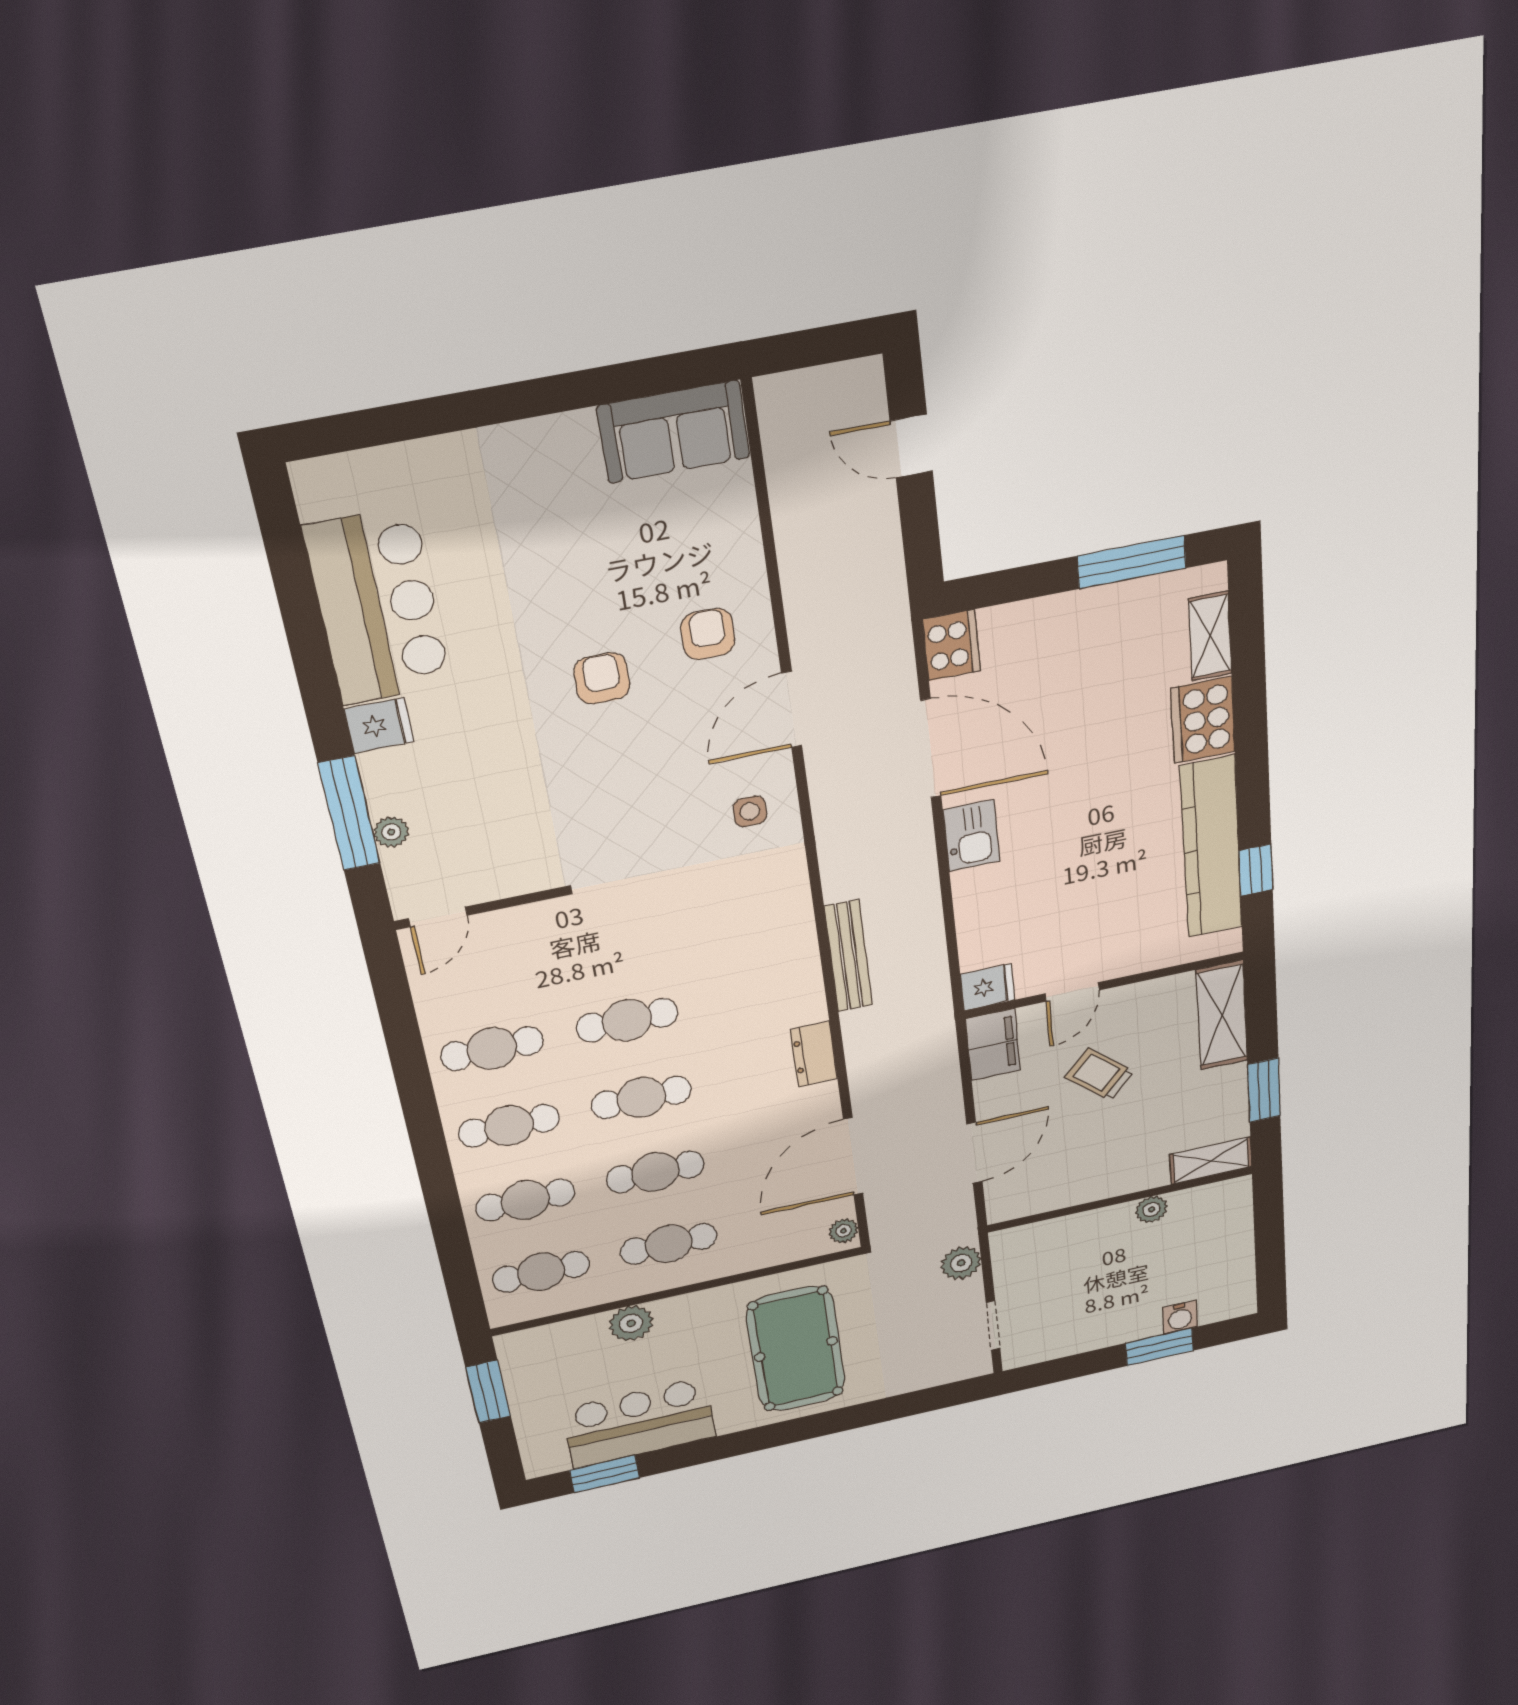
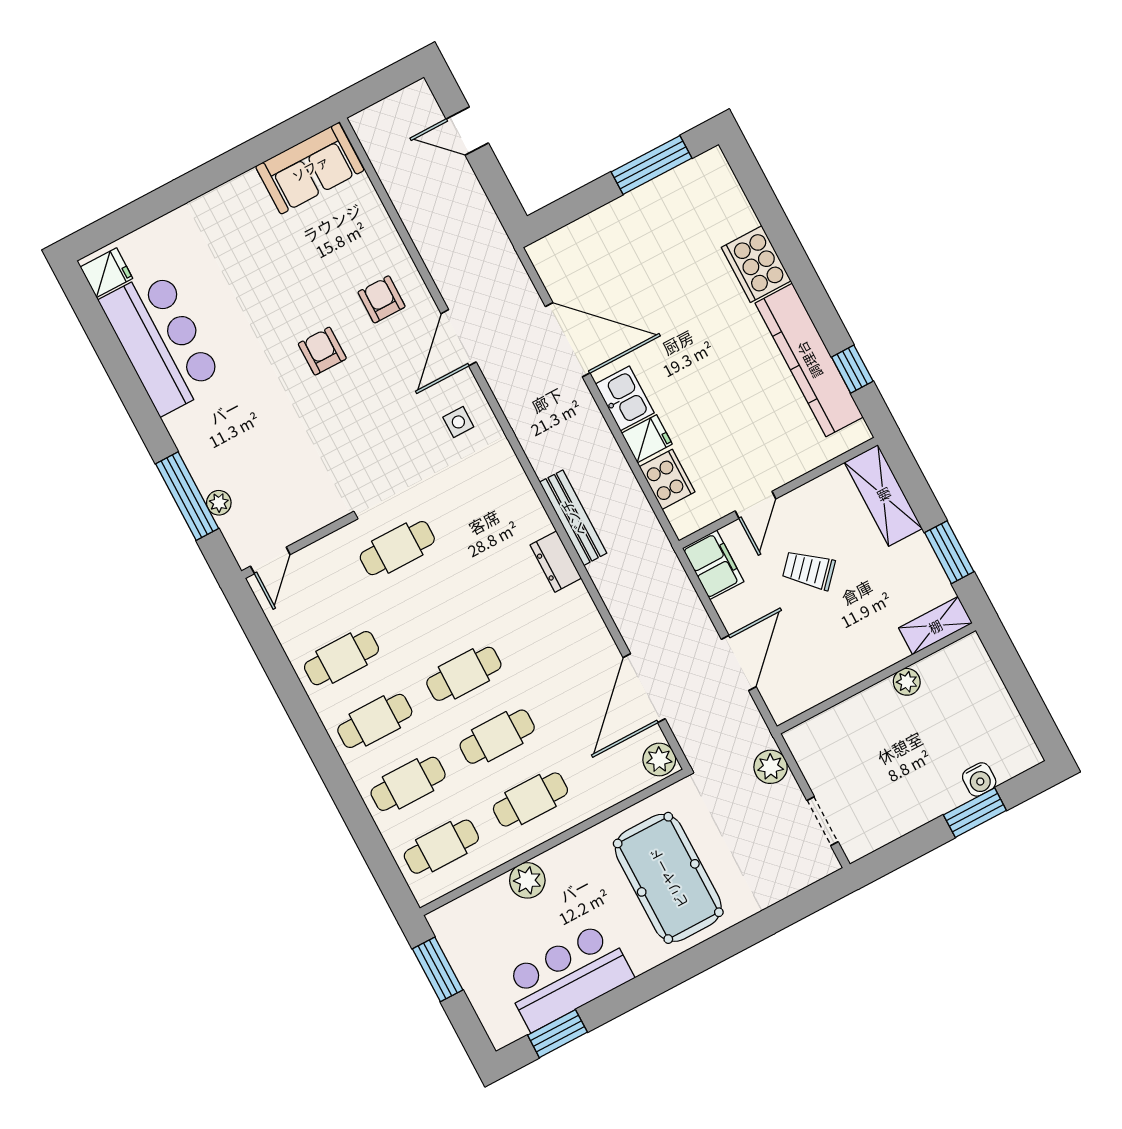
shelving: (1210, 636) -> (732, 201), removed
cooker: (952, 645) -> (667, 479), moved
fridge: (379, 725) -> (106, 273), moved
fridge: (988, 987) -> (647, 439), moved
cafe table: (627, 1020) -> (397, 548), moved
dresser: (814, 1054) -> (556, 562), moved
plant: (843, 1231) -> (659, 760), width x1.38, depth x1.38

